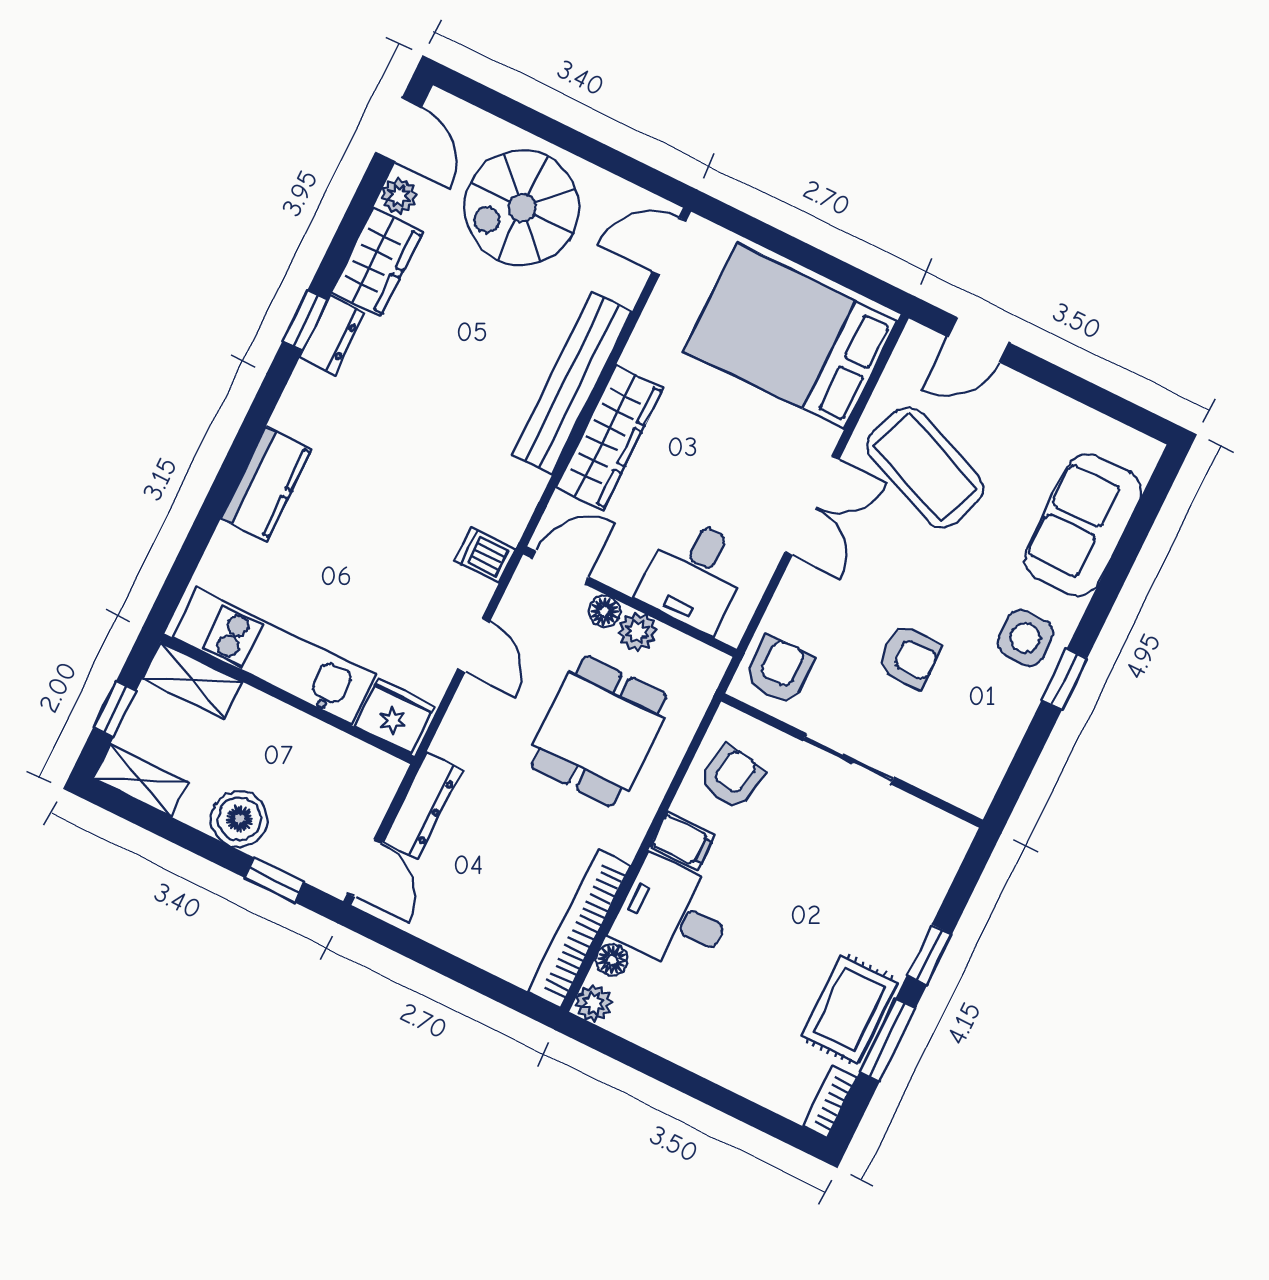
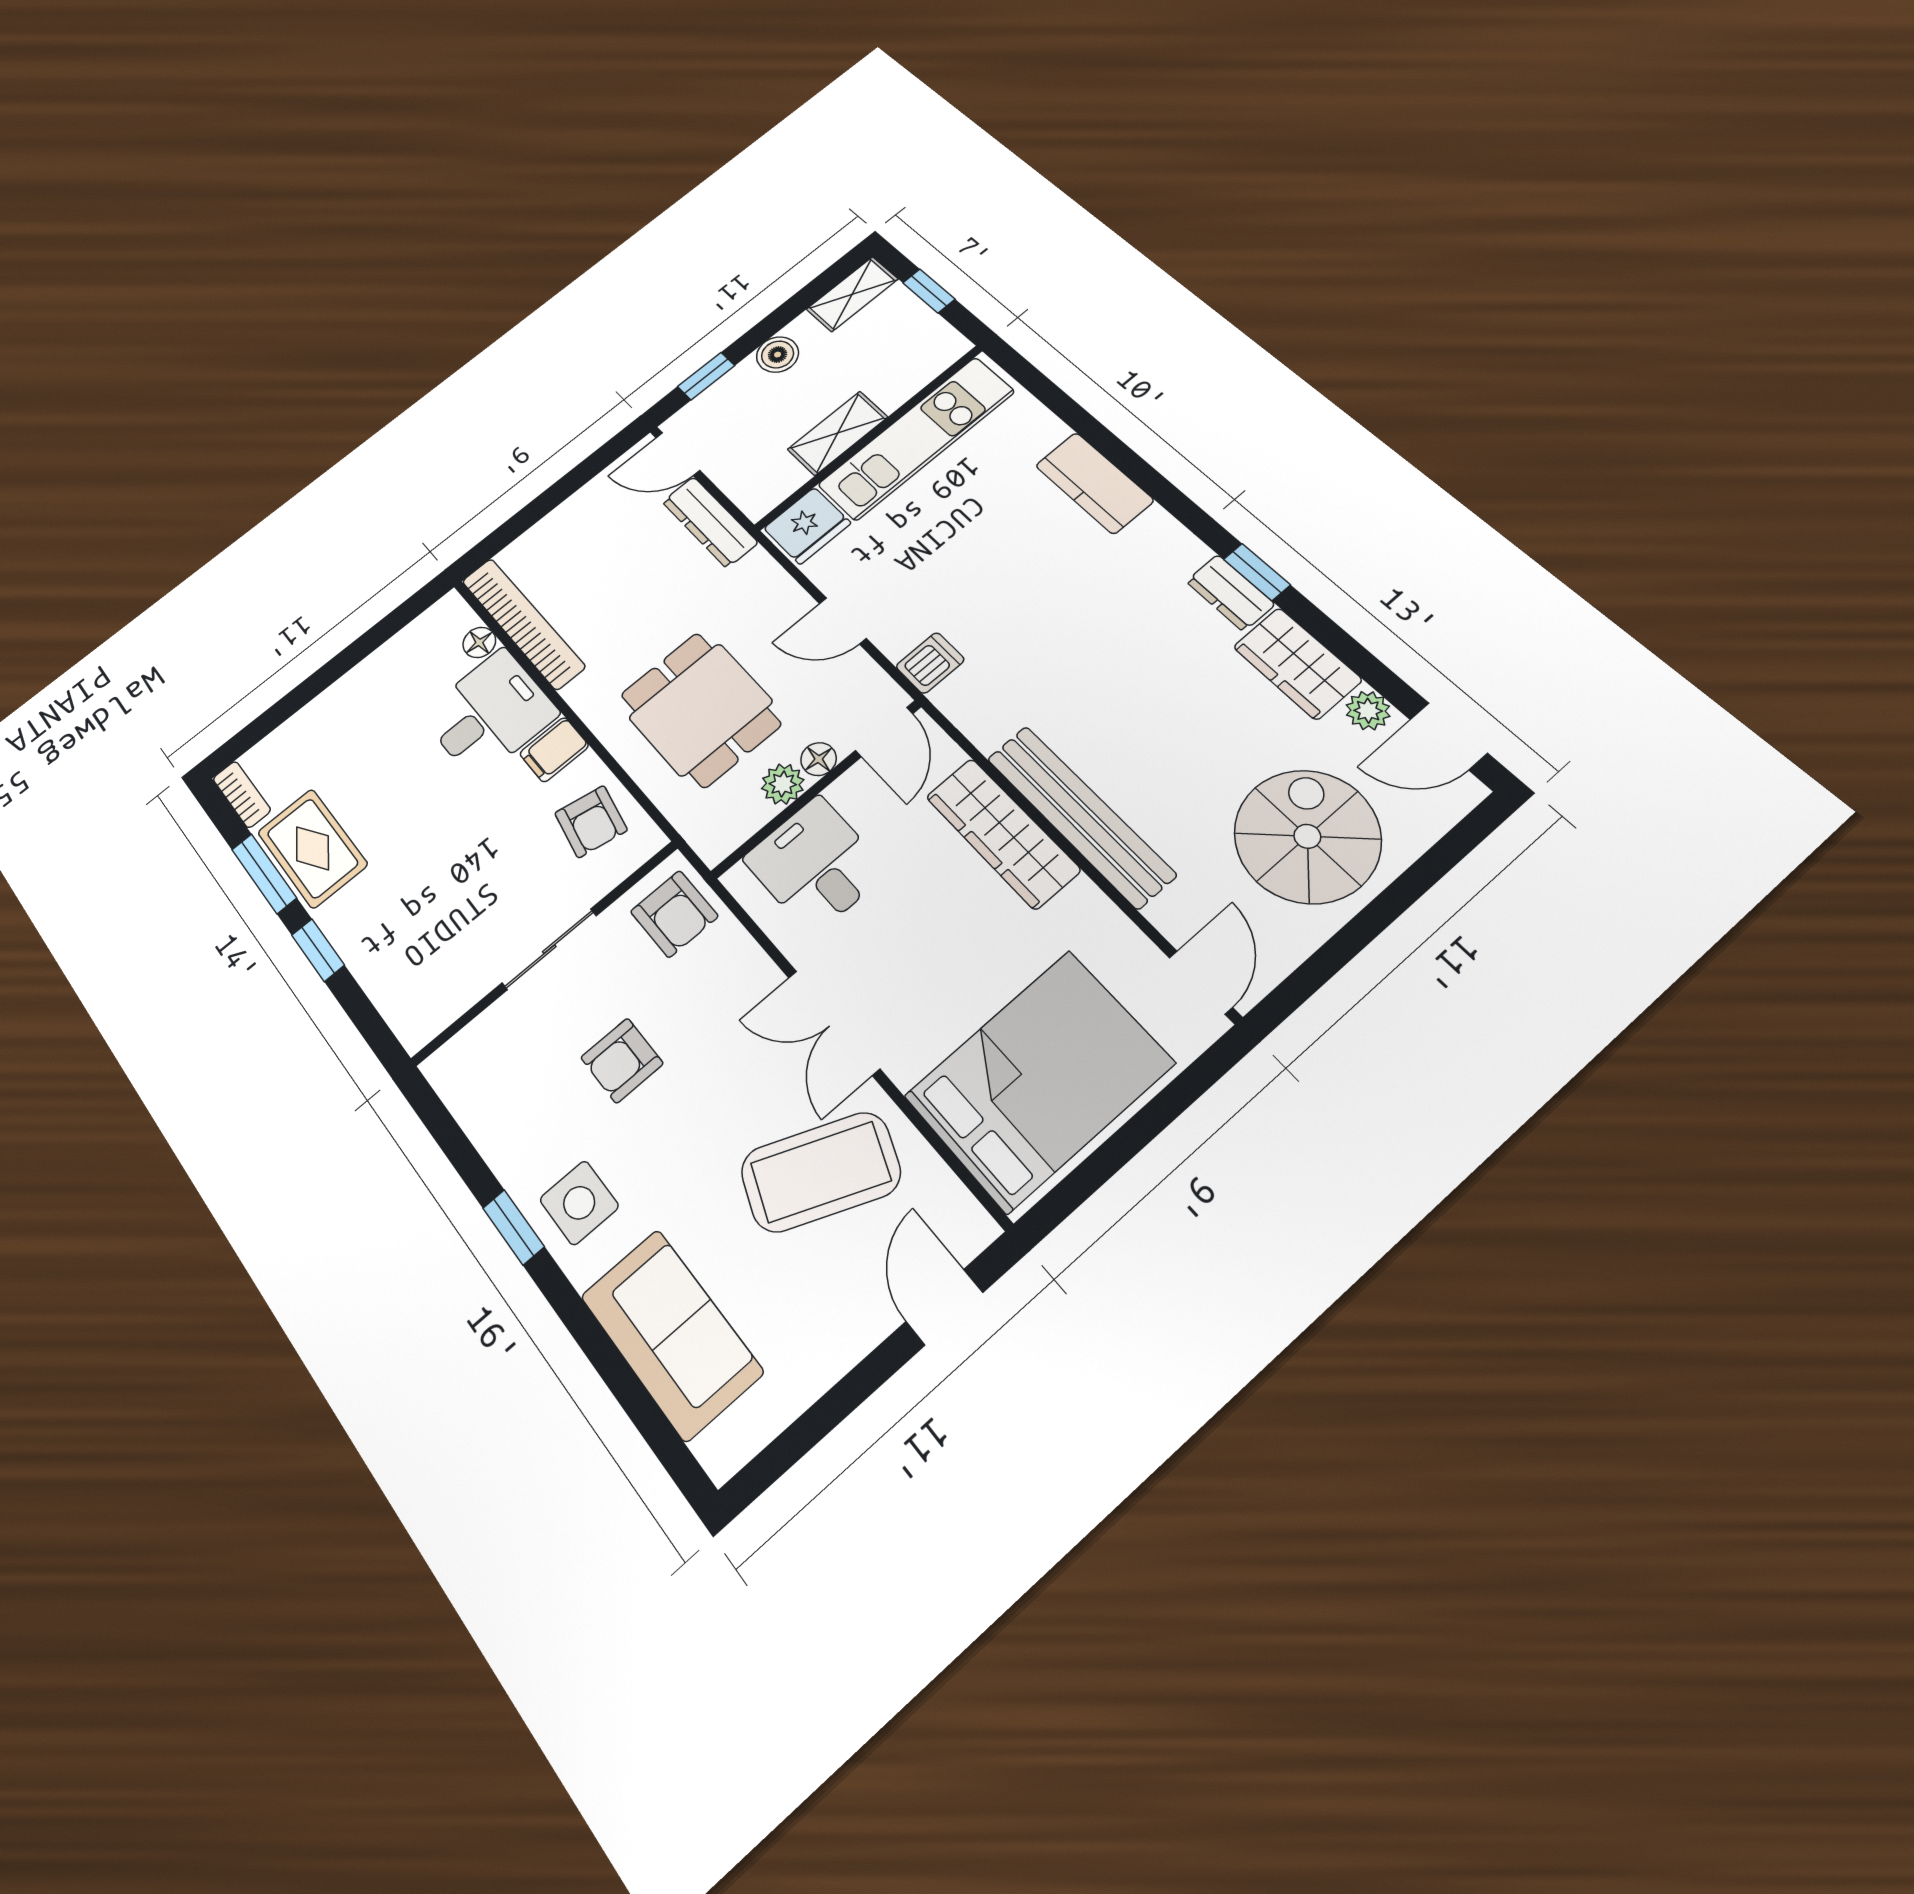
shelving: (192, 680) -> (838, 433), moved
boiler: (239, 819) -> (778, 355), width x0.73, depth x0.73
plant: (593, 1003) -> (450, 611), removed

